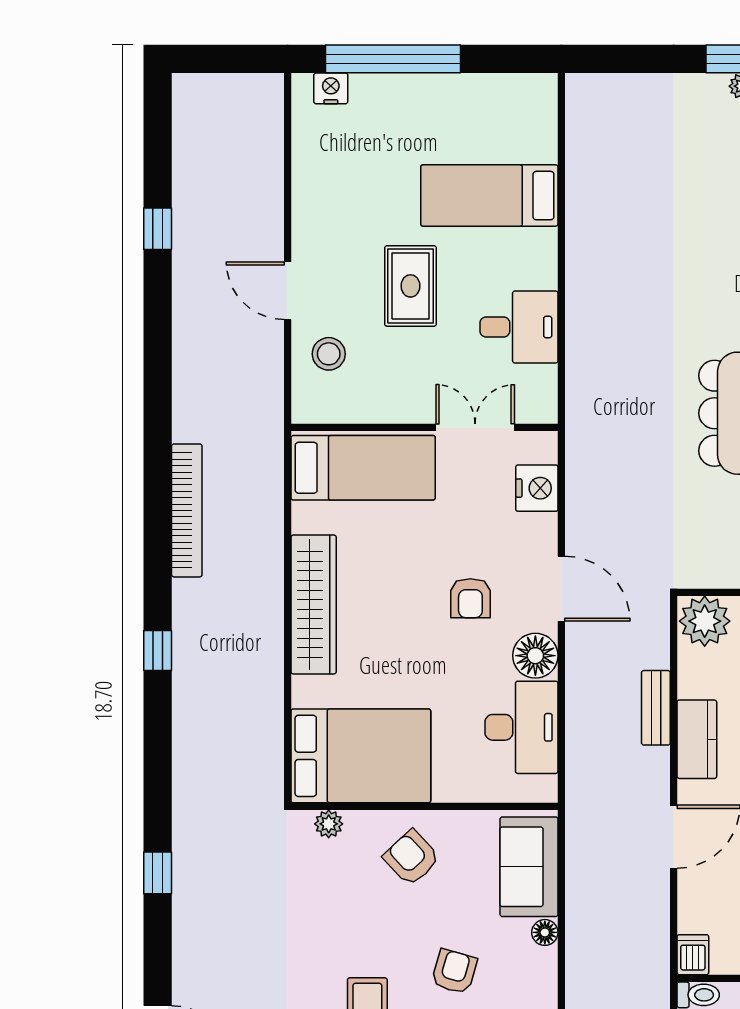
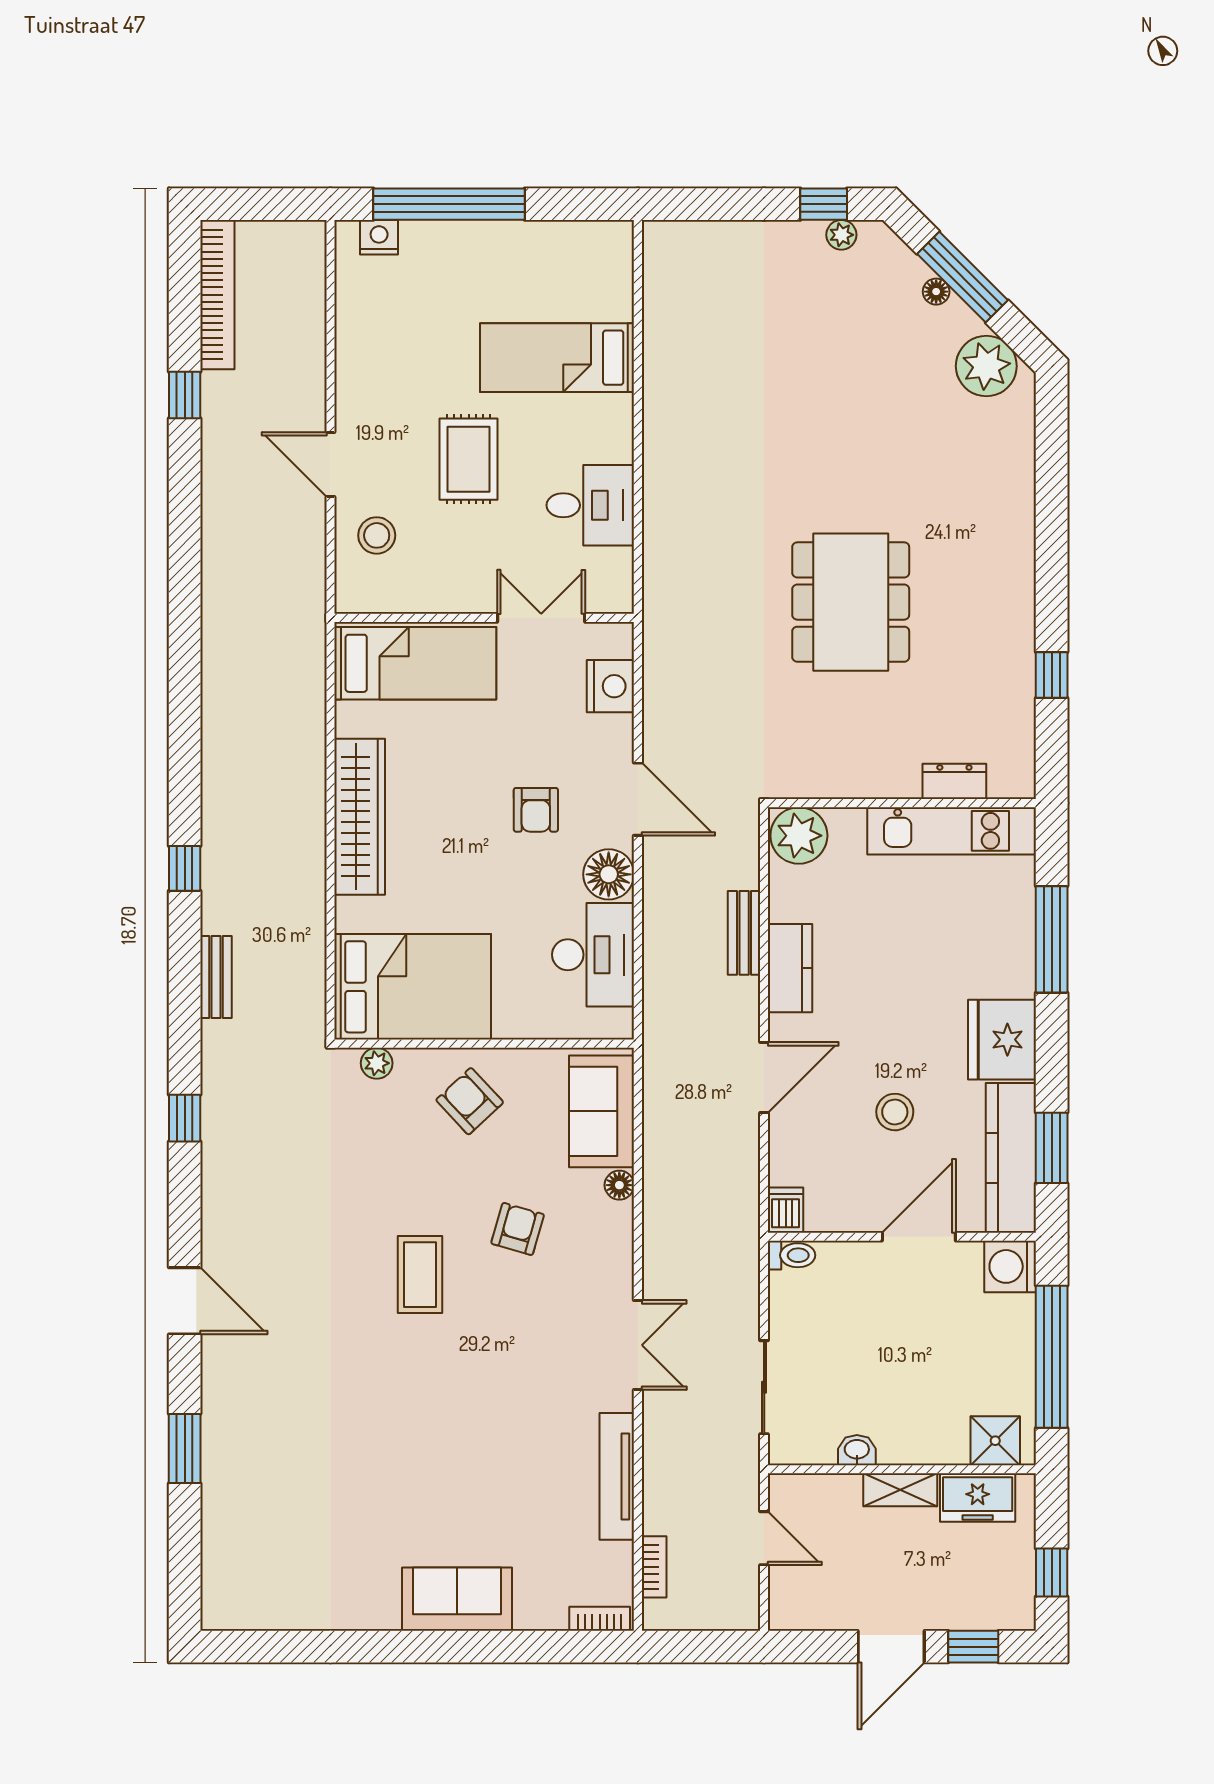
bookcase: (187, 510) -> (217, 295), moved
bench: (186, 747) -> (216, 977), added

